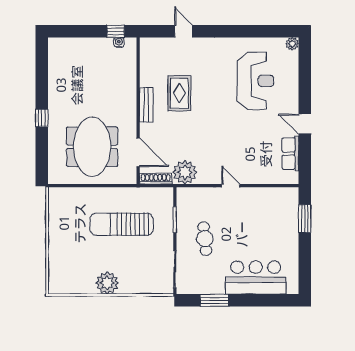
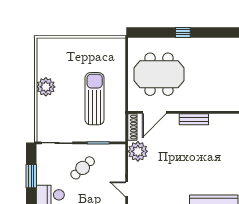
rug: (179, 93) -> (203, 147), removed
door: (231, 186) -> (127, 189), swing flipped
cafe table: (205, 239) -> (83, 168), turned -37

